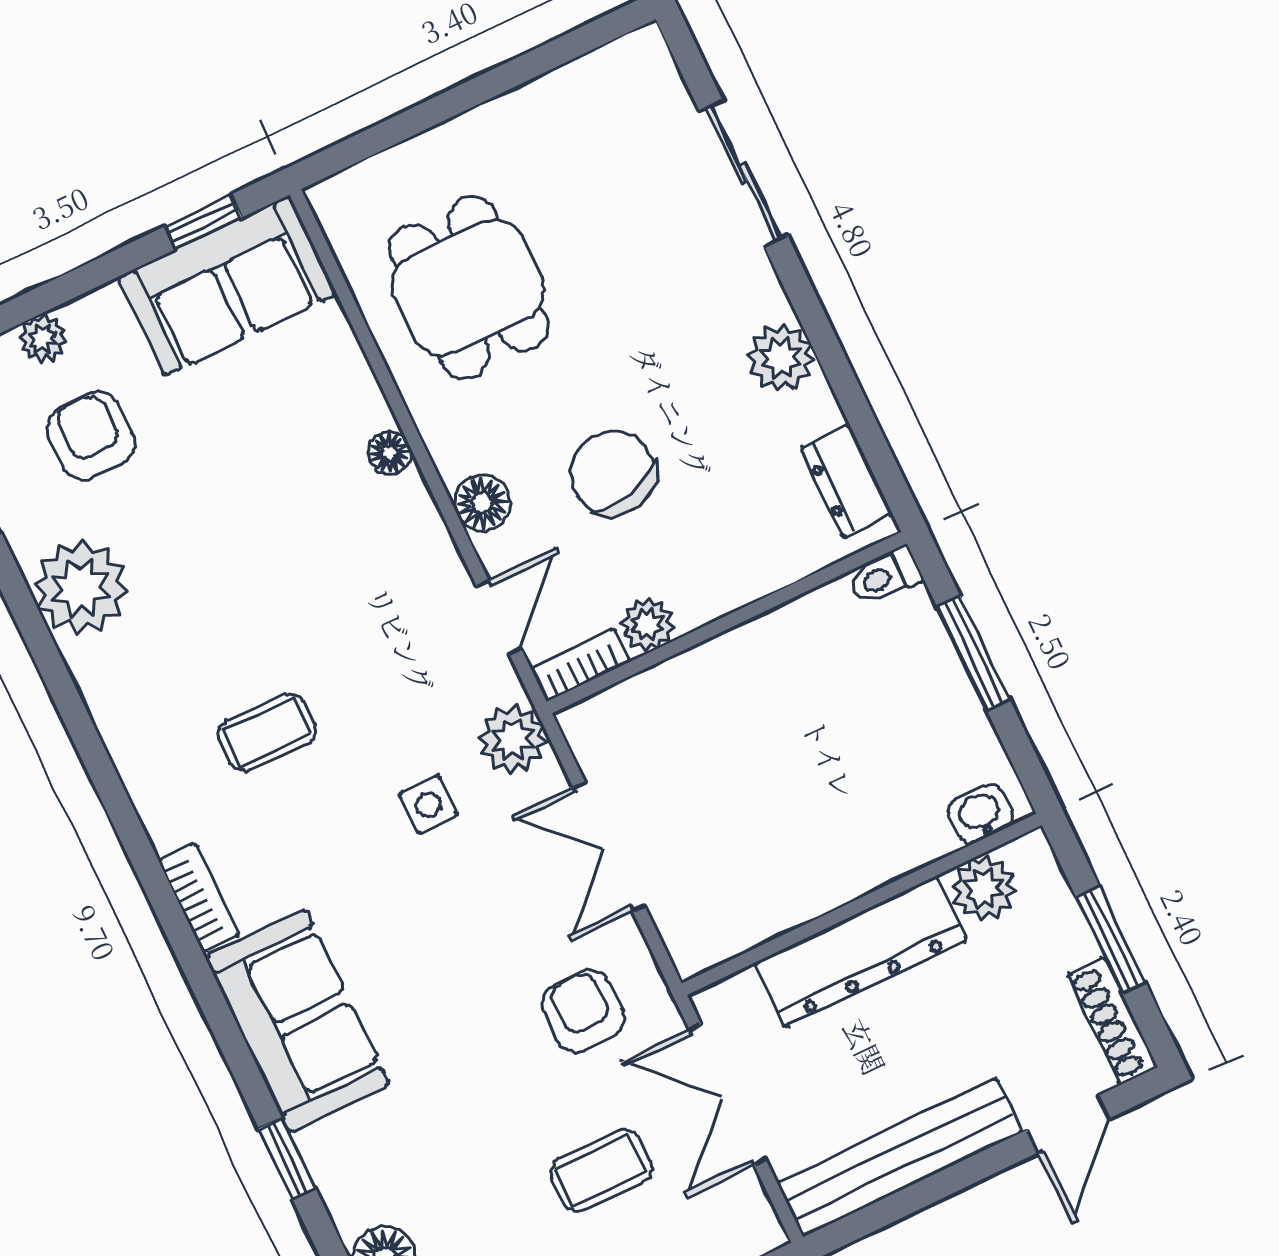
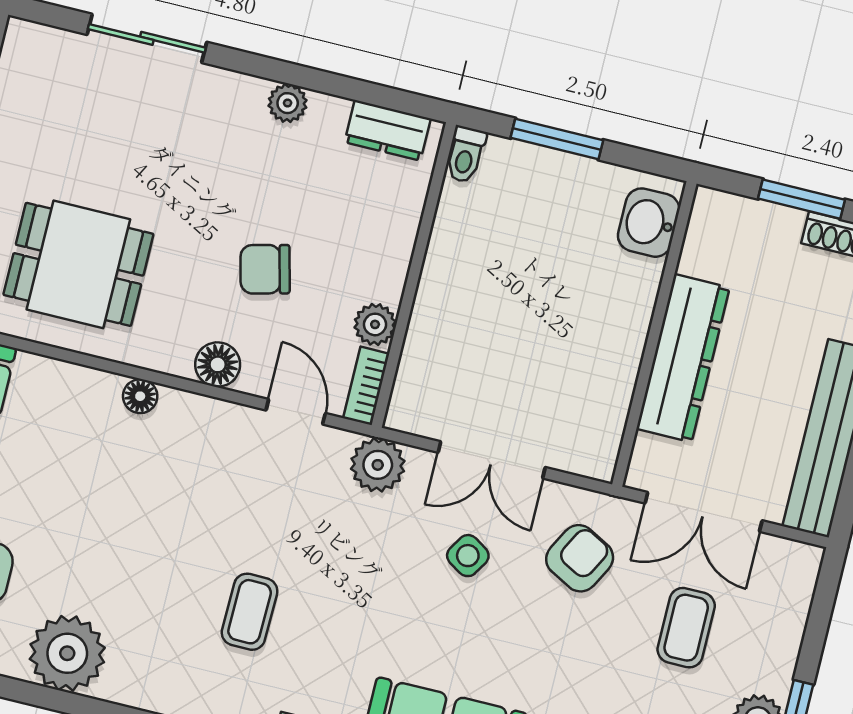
plant: (781, 358) -> (288, 103), width x0.73, depth x0.73
chair: (613, 473) -> (265, 269), width x0.73, depth x0.73
side table: (428, 804) -> (468, 556), moved, turned 32
washbasin: (980, 814) -> (649, 223), width x1.38, depth x1.45
plant: (984, 888) -> (706, 251), removed
armchair: (583, 1011) -> (580, 558), turned 118

